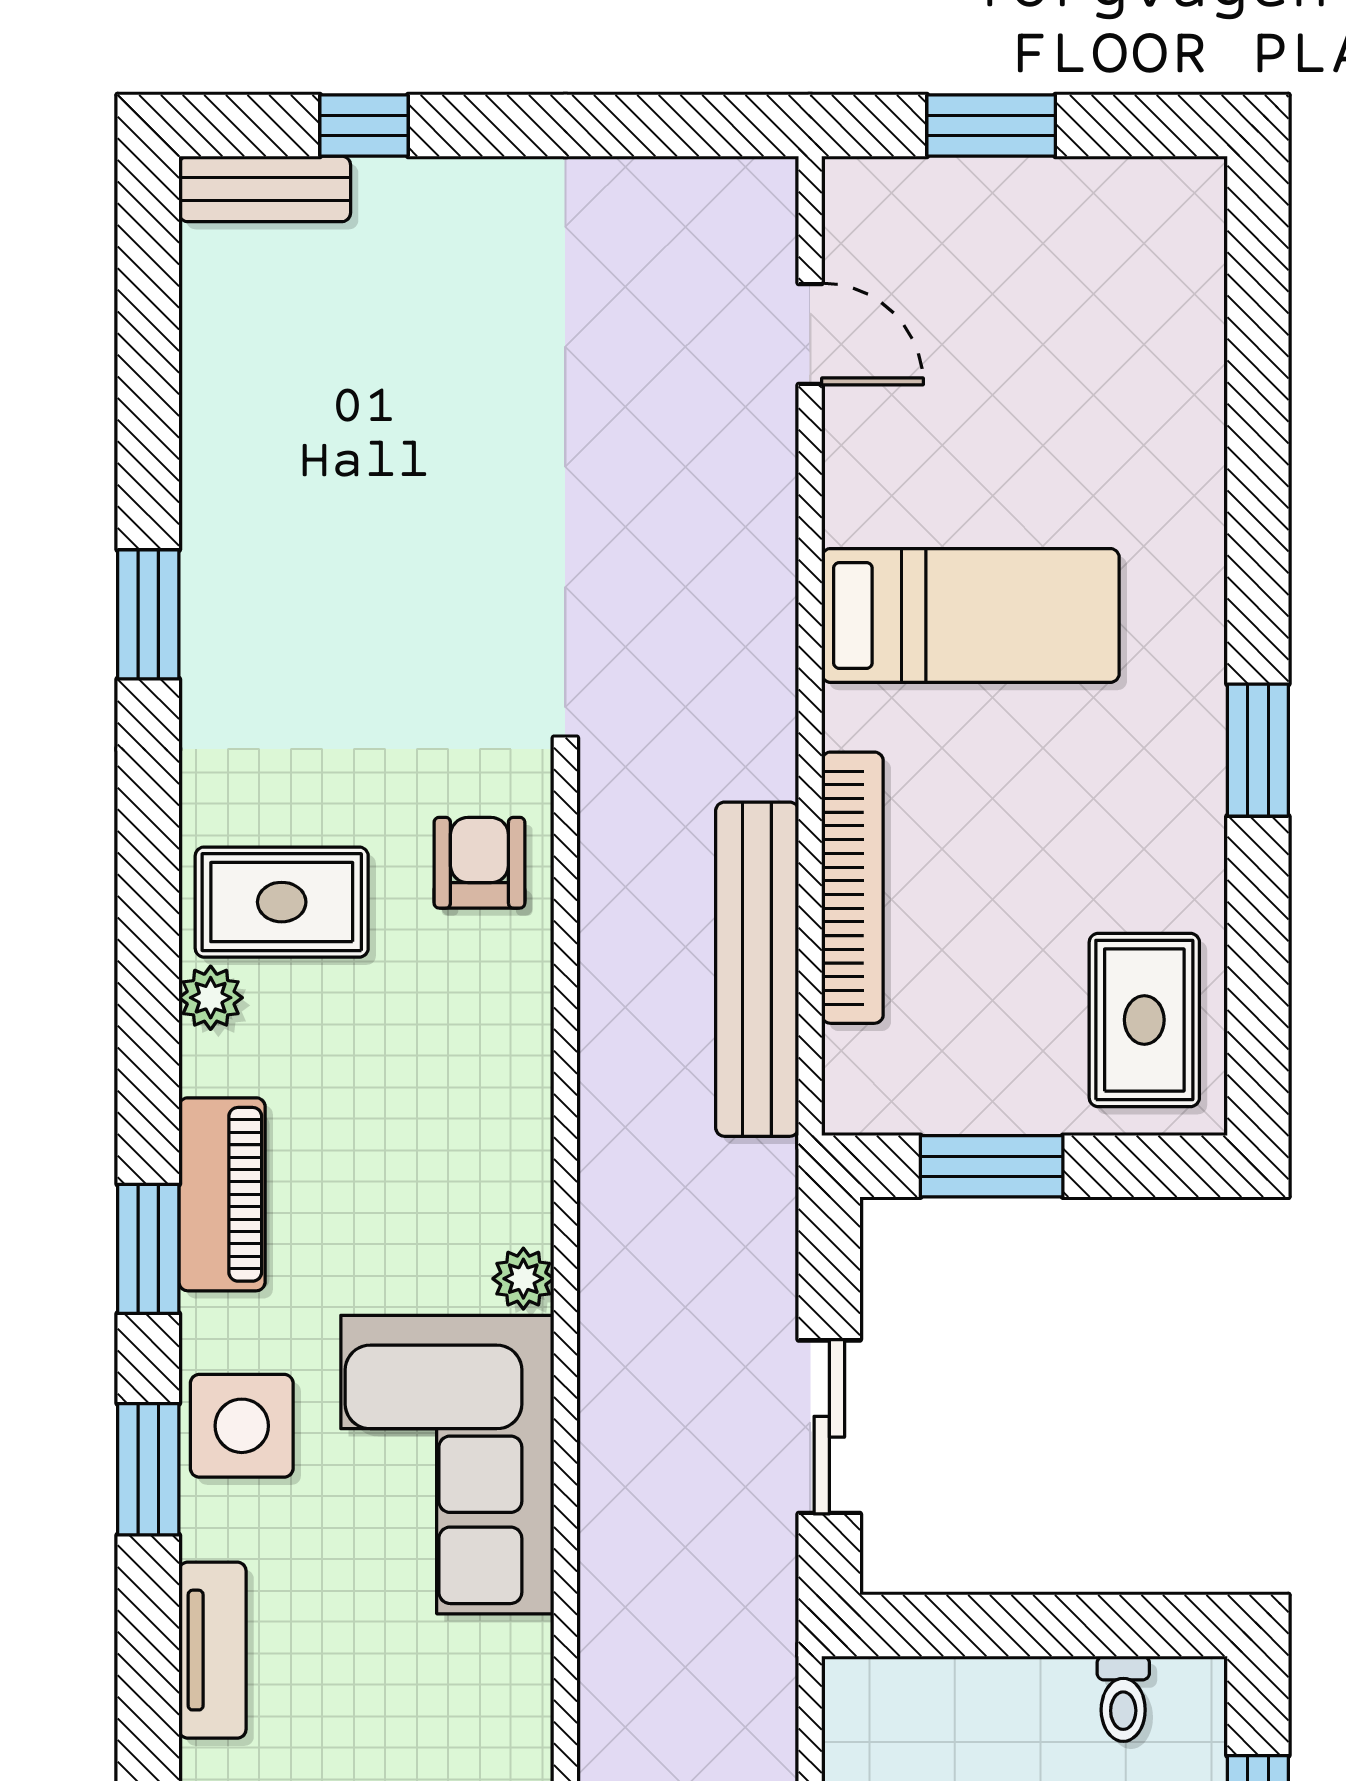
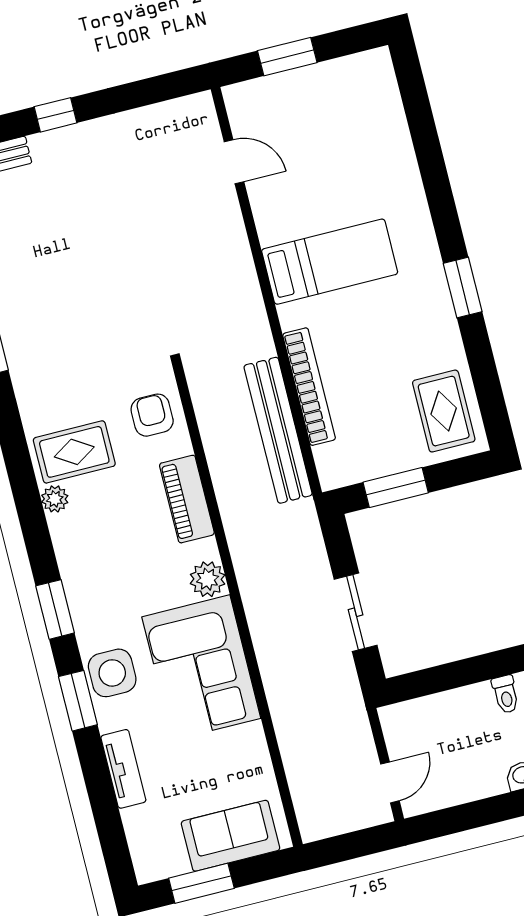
window: (364, 126) -> (55, 115), moved
piano: (222, 1194) -> (187, 499), moved, turned 180
plant: (523, 1279) -> (208, 579), width x1.38, depth x1.38

